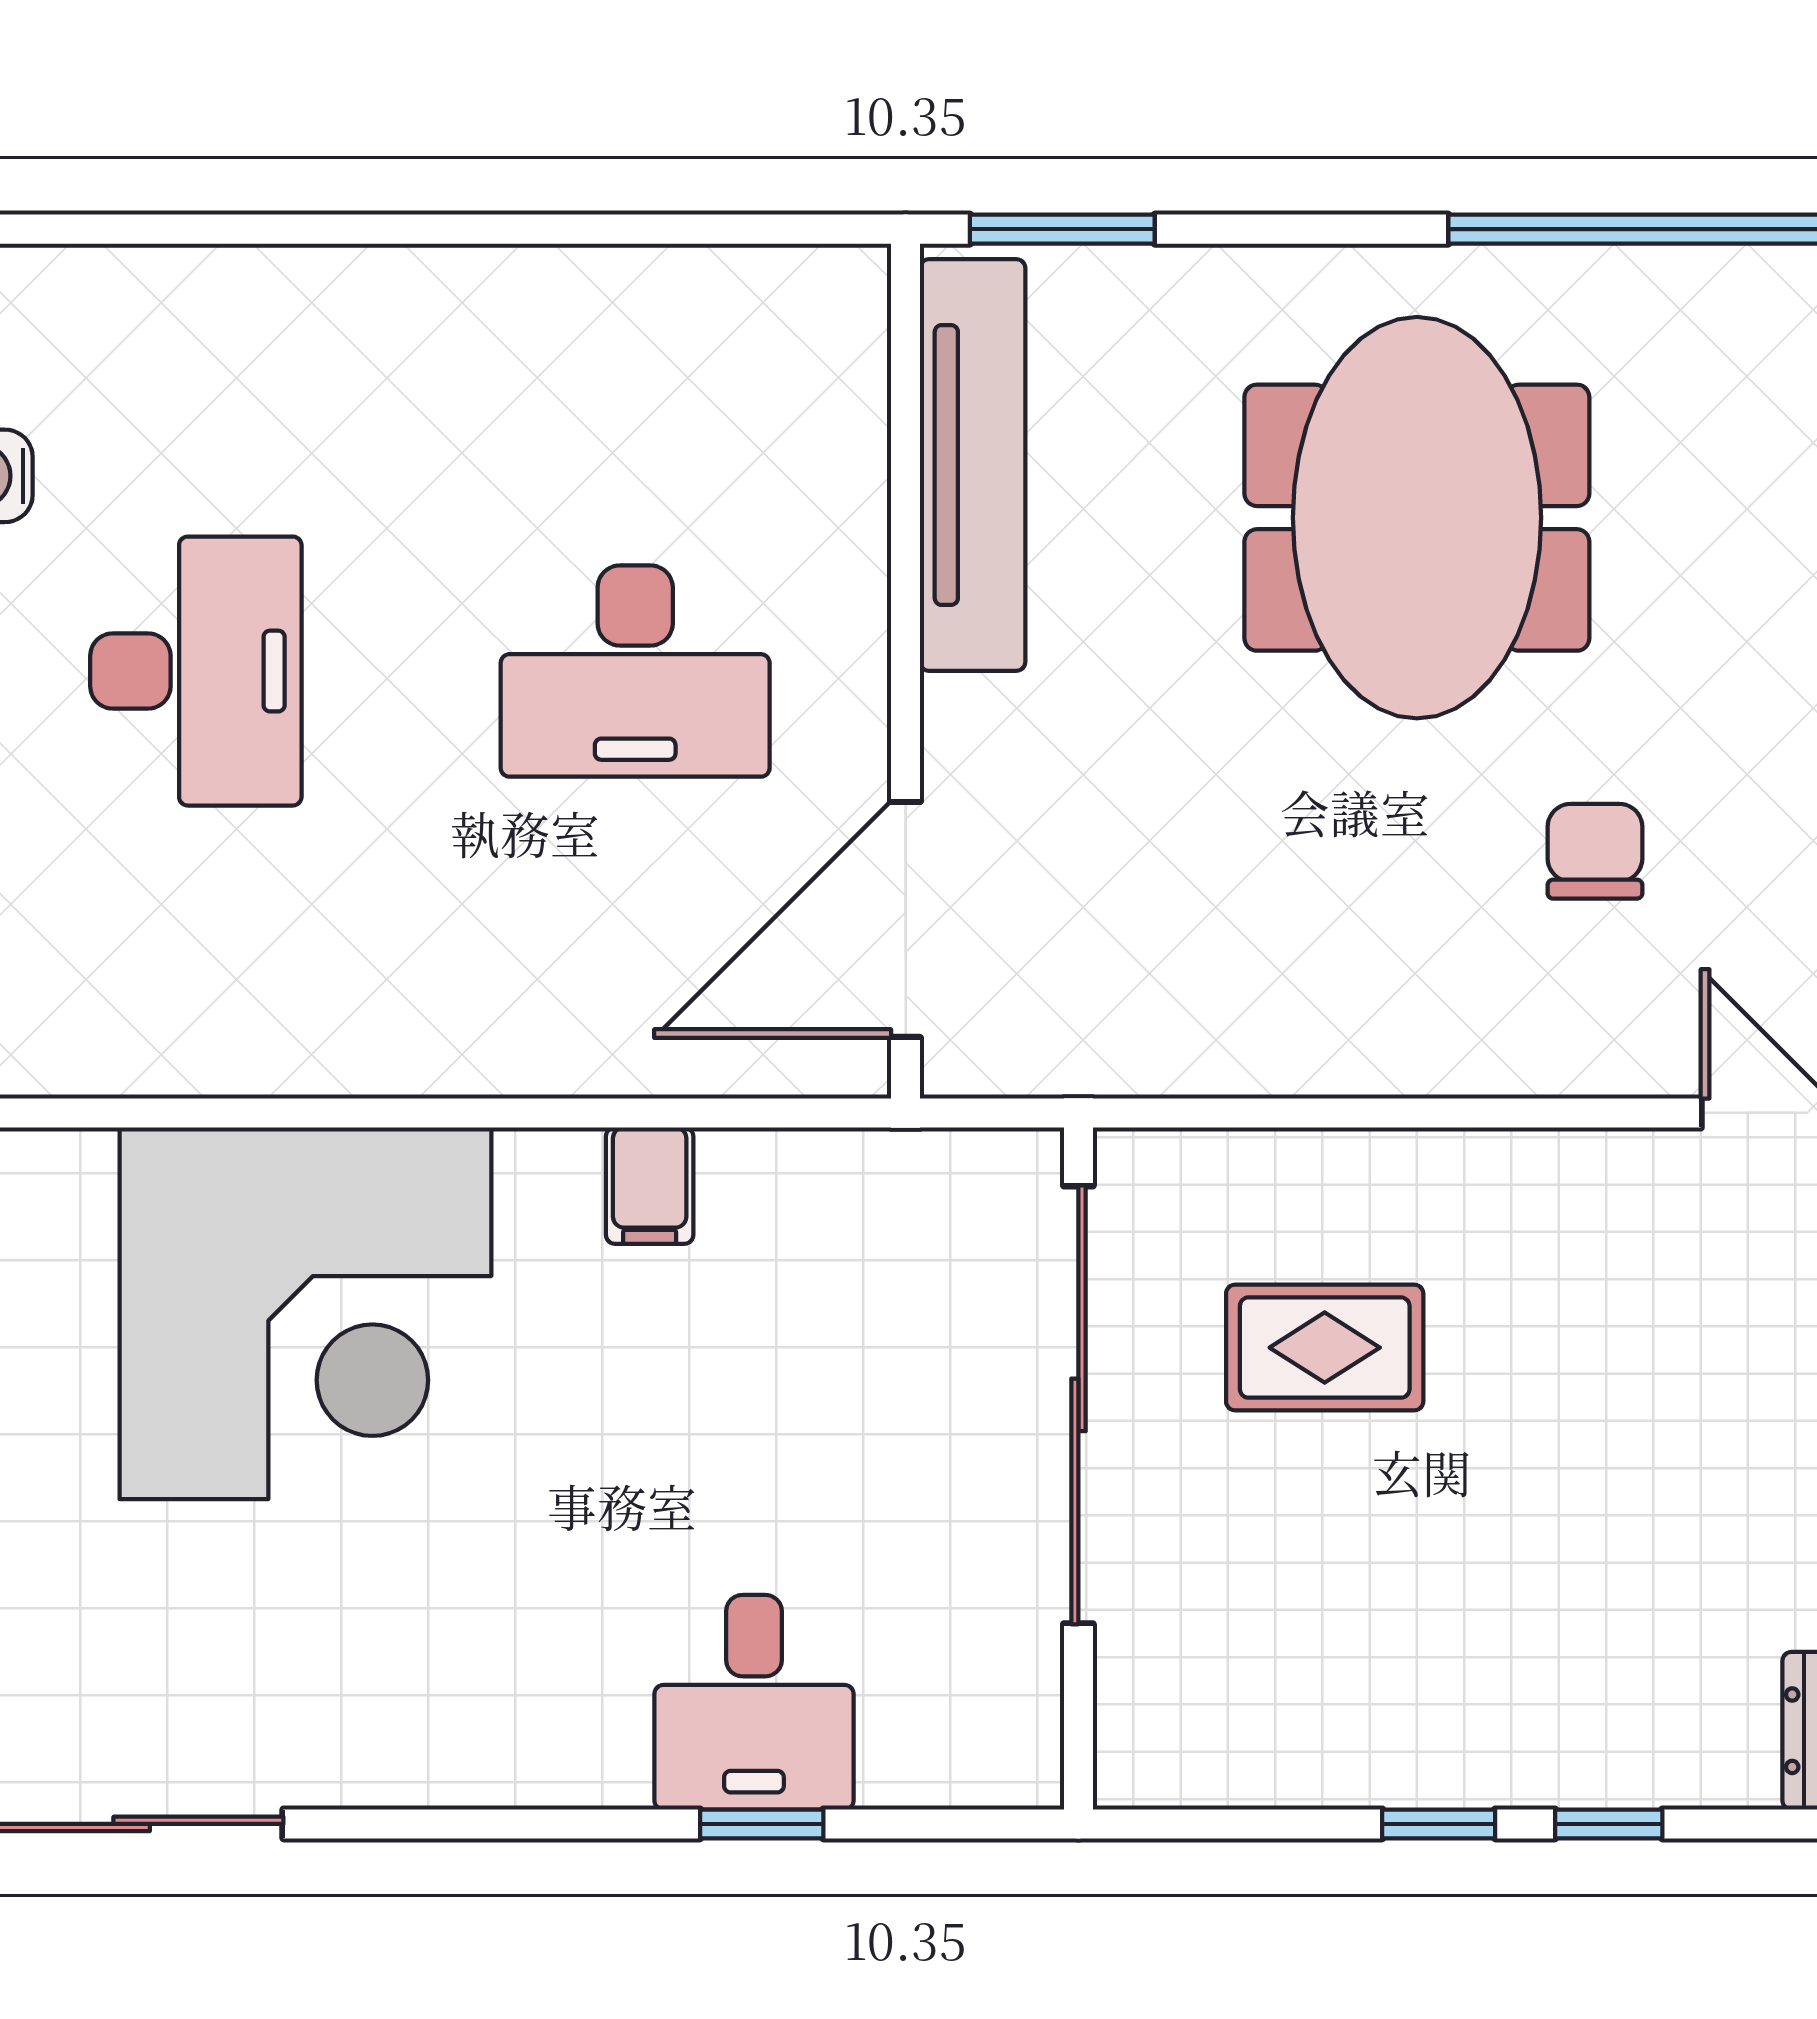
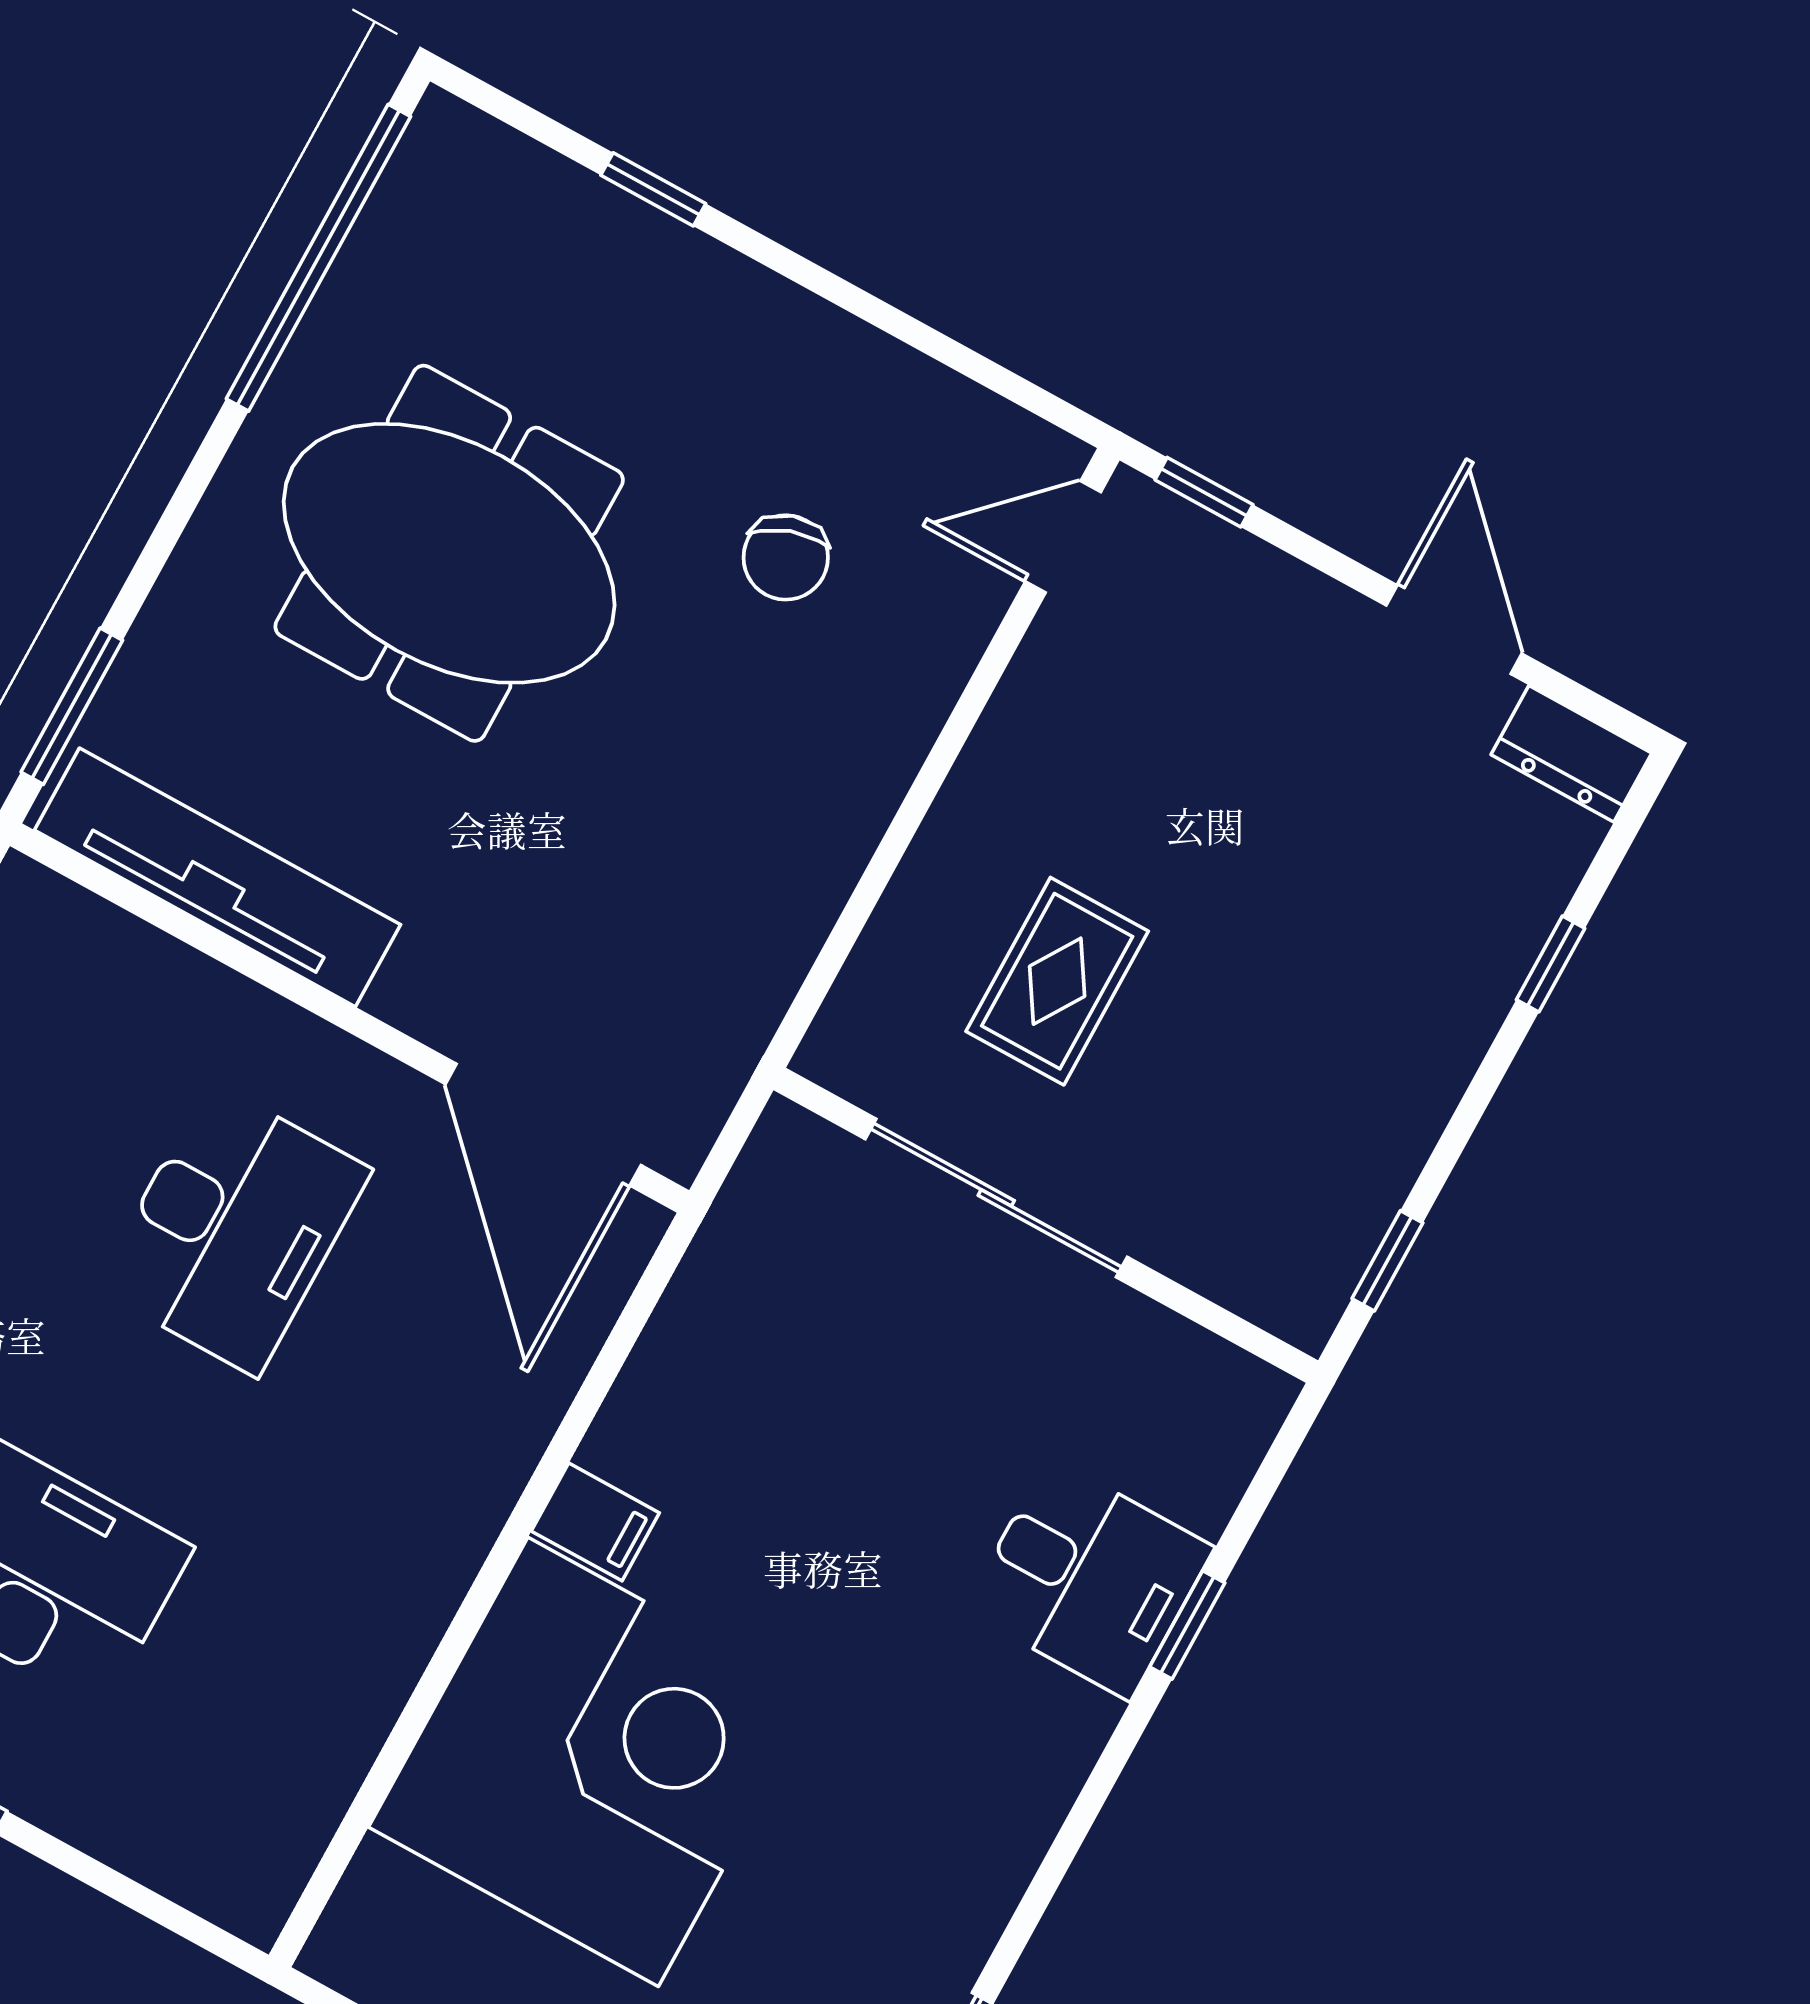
chair: (1595, 851) -> (786, 557), turned -109
filing cabinet: (650, 1186) -> (595, 1522), moved
sliding door: (1078, 1405) -> (996, 1198), width x0.73
window: (1439, 1824) -> (1387, 1261), moved

